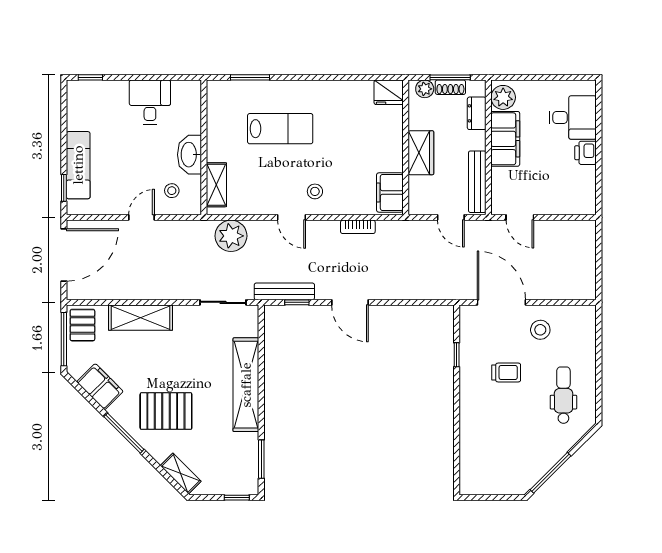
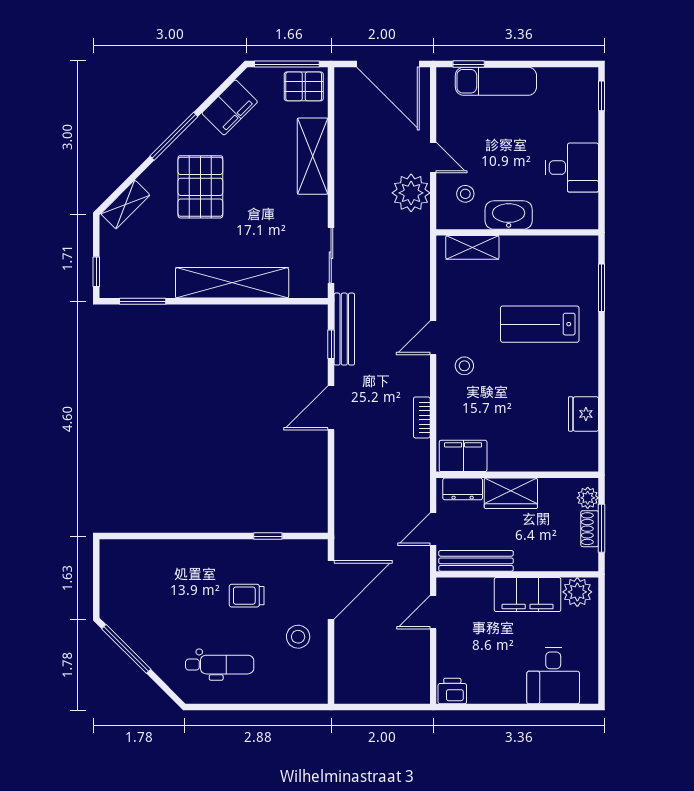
fridge: (389, 92) -> (583, 414), moved
dresser: (477, 113) -> (463, 489), moved, turned 180
lab bench: (280, 129) -> (540, 324), turned 90
printer: (586, 153) -> (452, 691), moved
plant: (231, 236) -> (411, 193), moved
trolley: (506, 372) -> (247, 596), turned 90

